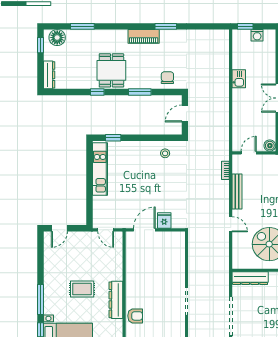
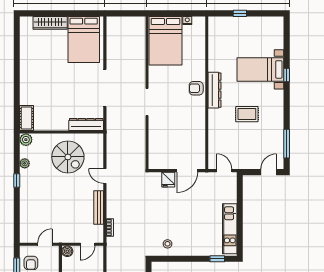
window: (41, 299) -> (287, 144), moved
dresser: (116, 300) -> (214, 90), moved

